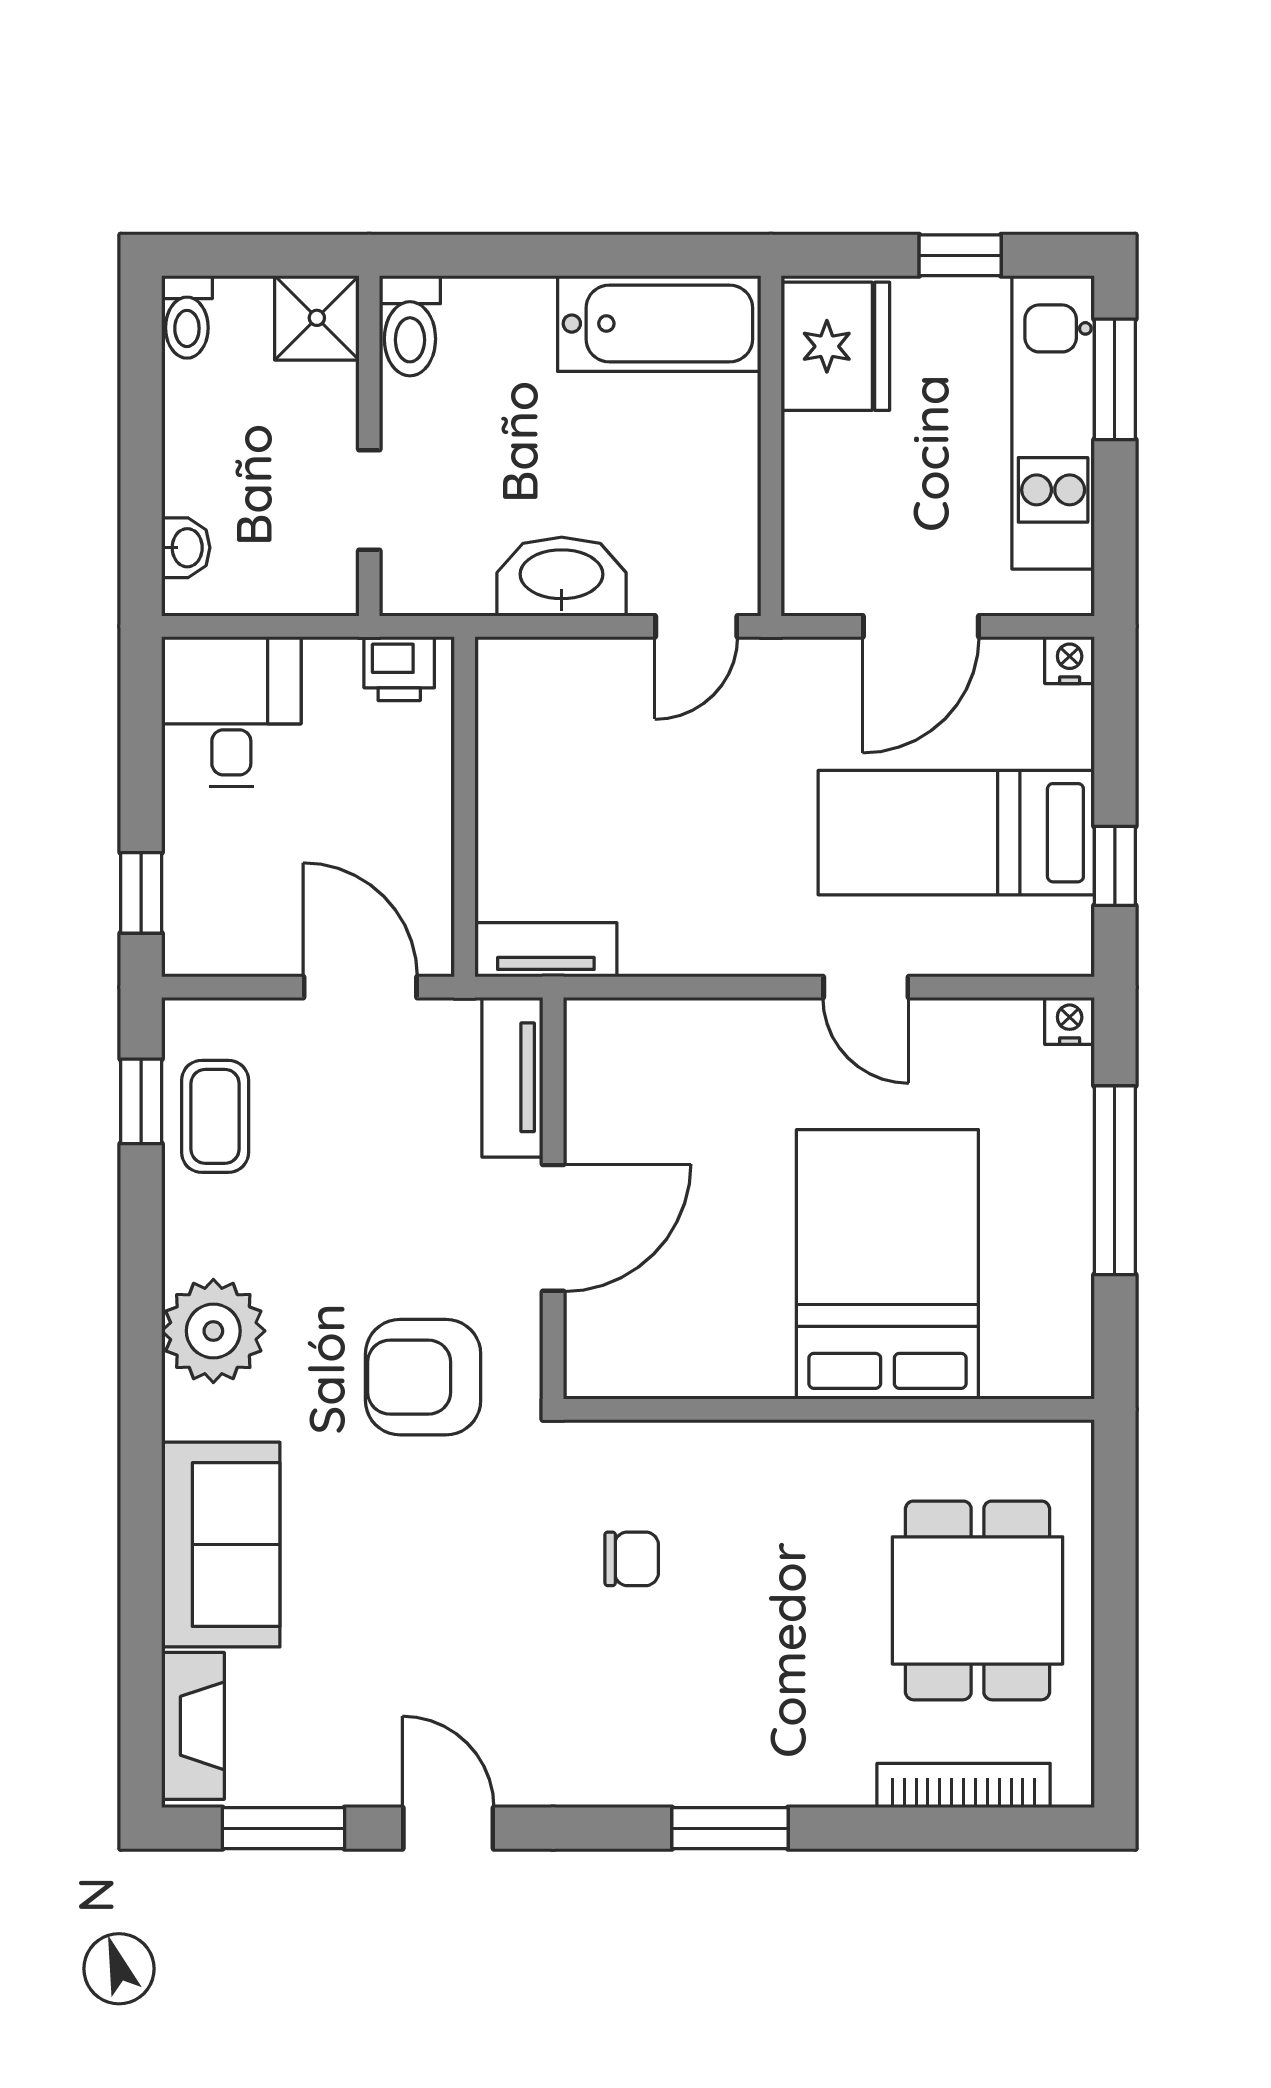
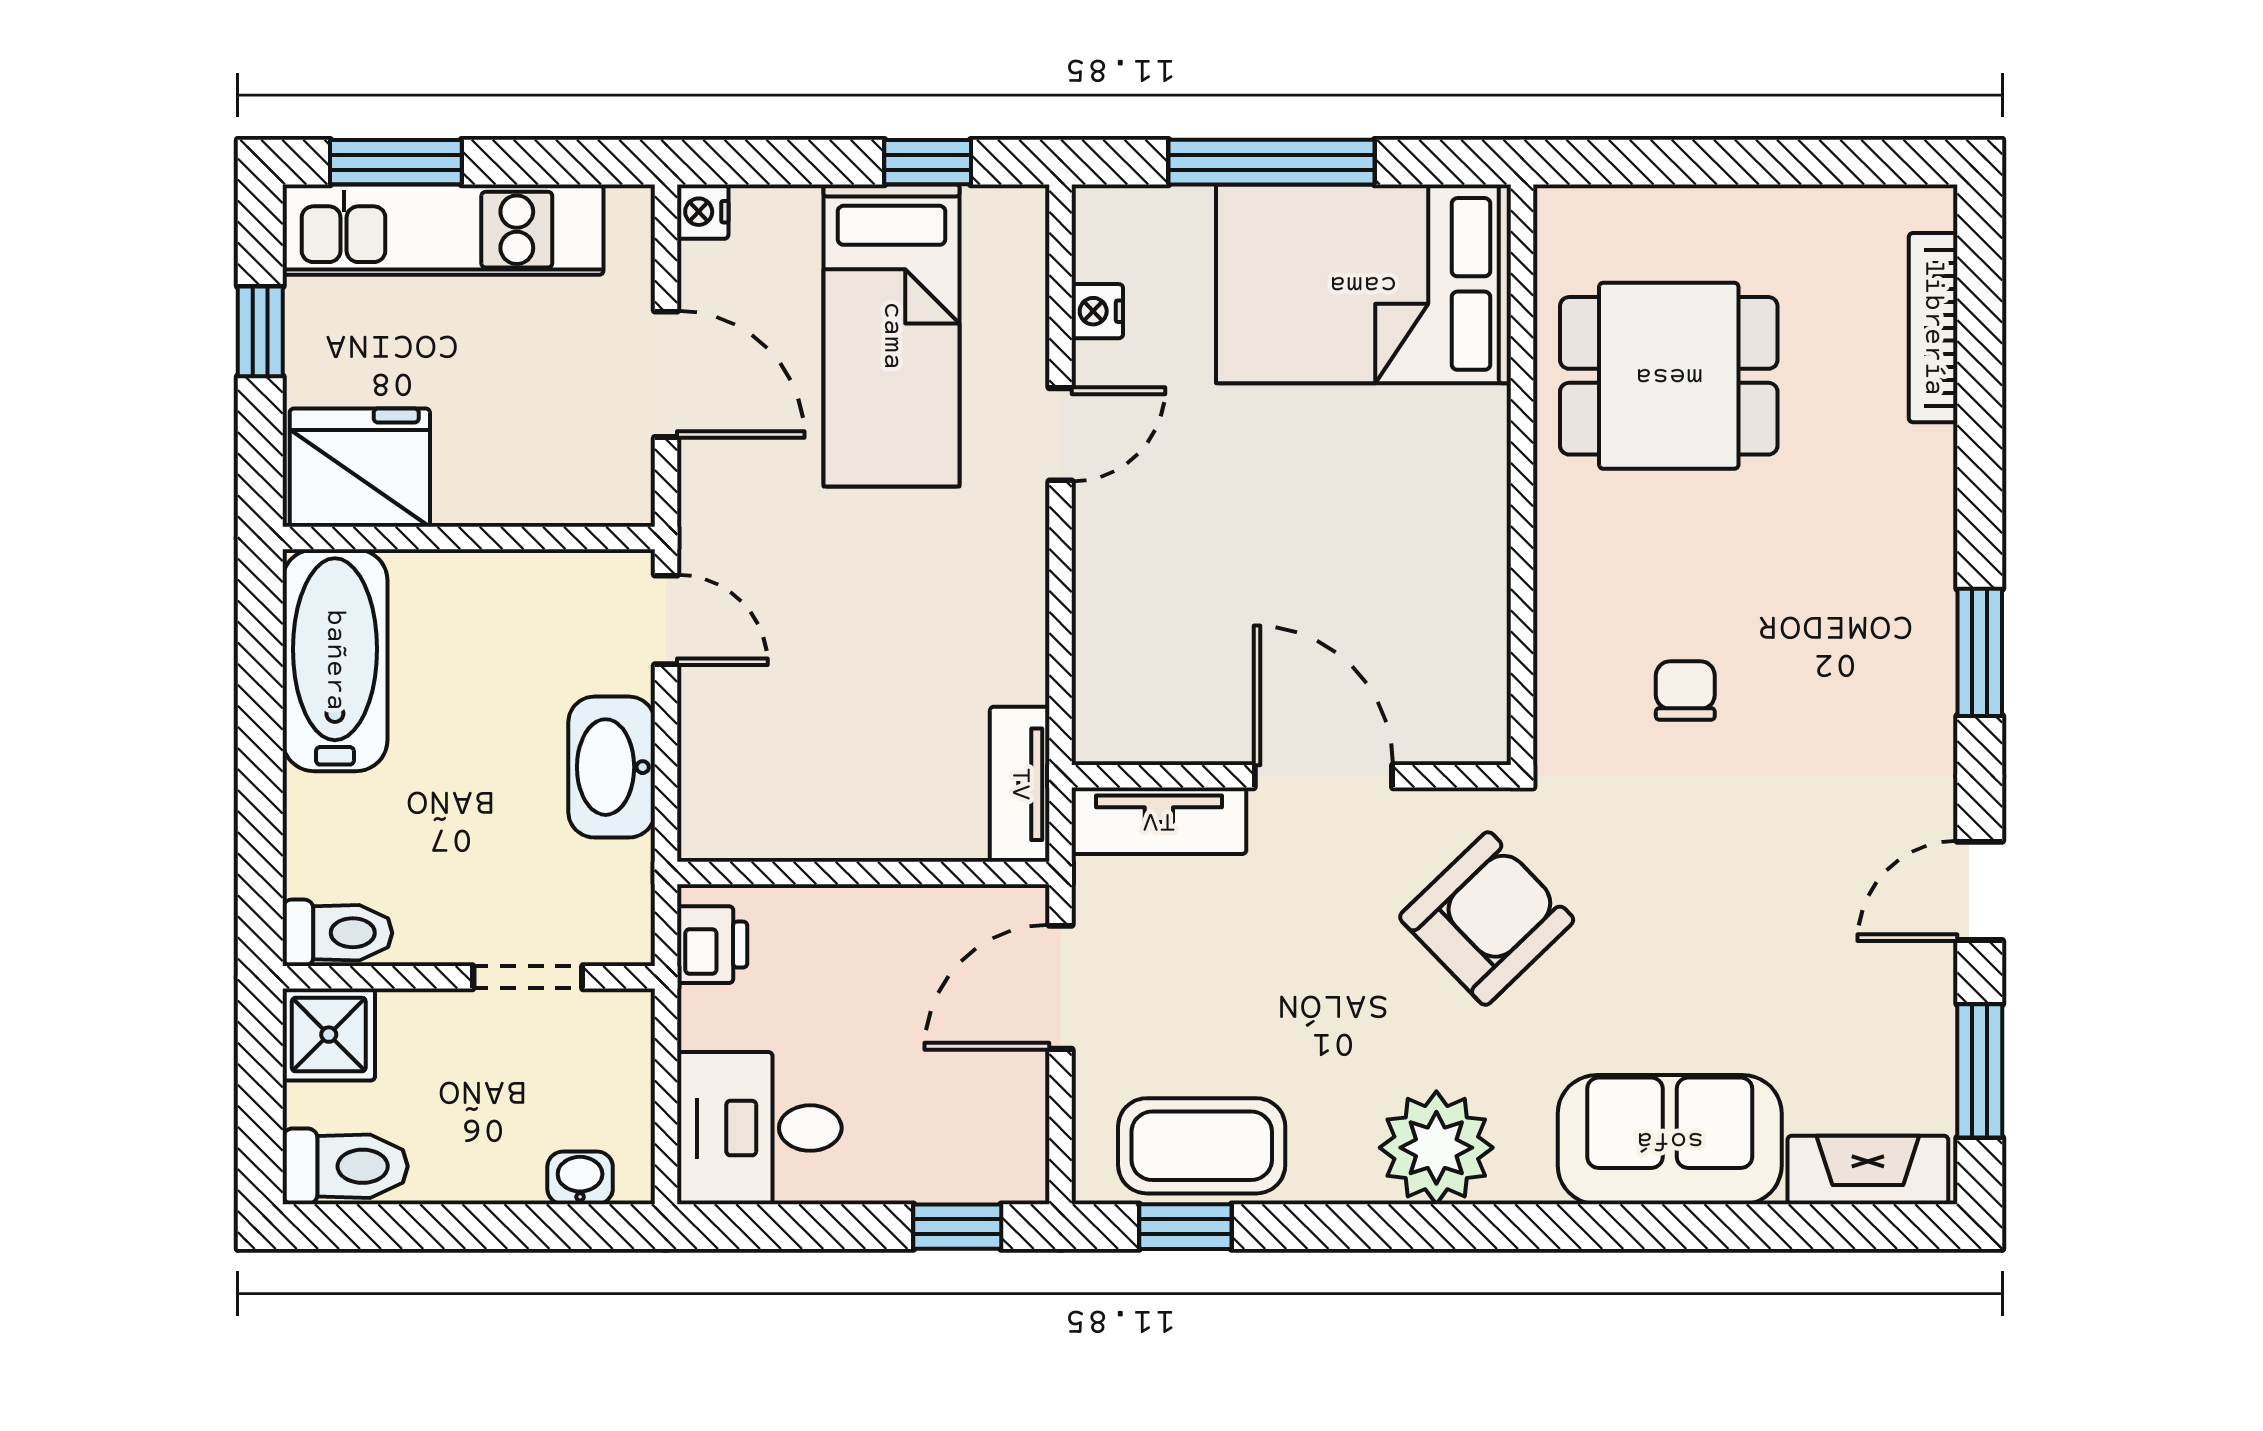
toilet: (187, 317) -> (345, 1166), width x1.37, depth x1.39
nightstand: (1070, 1021) -> (1097, 311), moved
coffee table: (215, 1116) -> (1202, 1146), width x1.36, depth x1.30
bed: (887, 1264) -> (1363, 284), moved
armchair: (423, 1377) -> (1487, 918), turned -134
dining table: (978, 1600) -> (1669, 376), moved
window: (730, 1828) -> (1980, 652), moved

